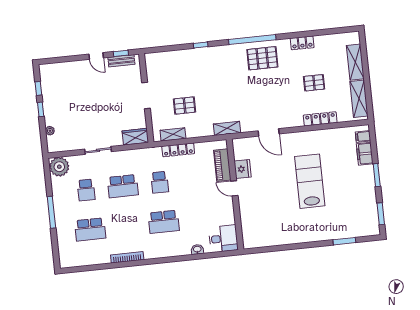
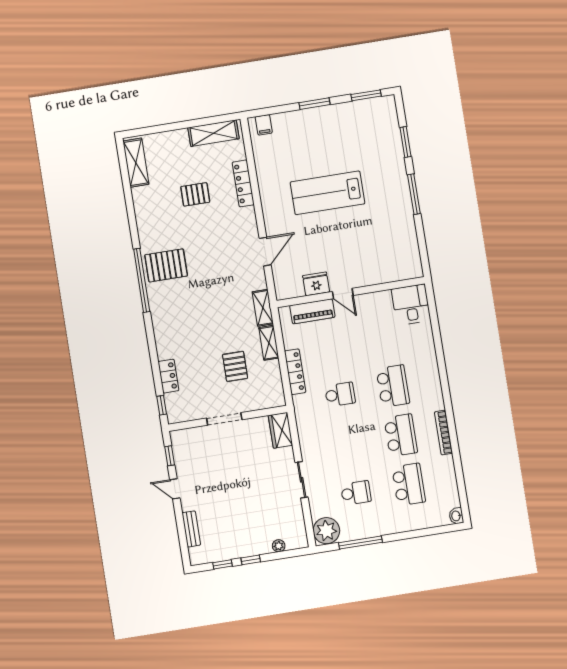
locker: (302, 43) -> (168, 376), moved
window: (201, 45) -> (162, 405), moved
door: (96, 56) -> (175, 489), swing flipped
pallet: (262, 58) -> (166, 265), turned 90
bench: (121, 61) -> (191, 529), moved
shelving: (355, 62) -> (136, 163), moved, turned 90
pallet: (314, 83) -> (195, 194), turned 90
shelving: (173, 134) -> (269, 343), moved
filing cabinet: (365, 154) -> (287, 121), removed
school desk: (123, 186) -> (401, 435), moved
door: (234, 188) -> (343, 293), hinge flipped
window: (51, 212) -> (360, 542), moved
window: (305, 245) -> (414, 194), added
washbasin: (197, 249) -> (456, 516), moved

